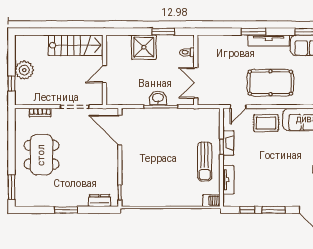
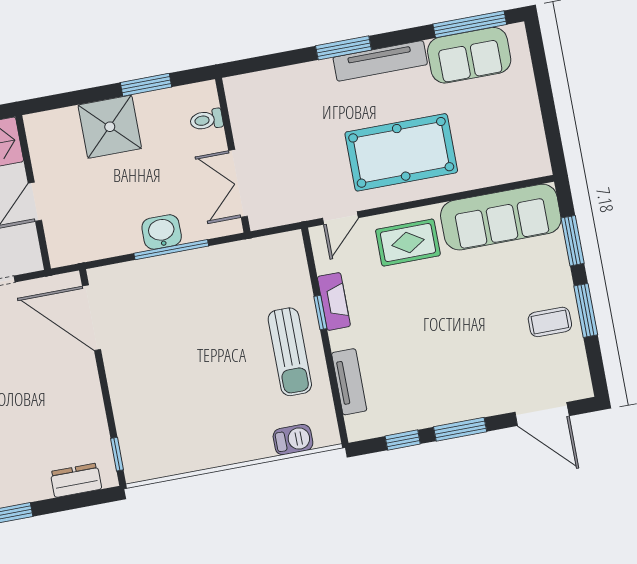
barbecue: (211, 201) -> (293, 440), moved

